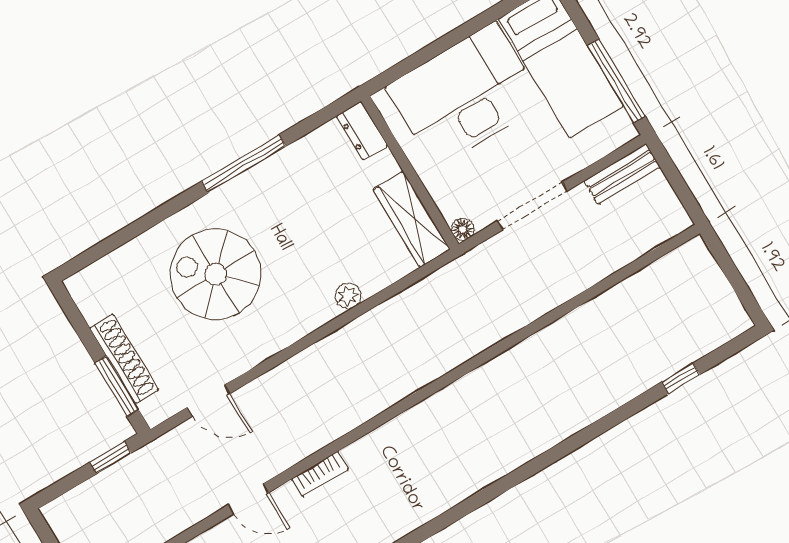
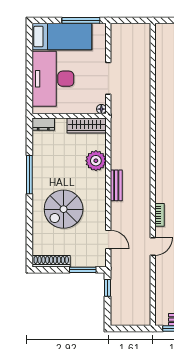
bench: (622, 174) -> (116, 185), moved
plant: (348, 296) -> (96, 161), width x1.88, depth x1.88
shoe rack: (124, 359) -> (51, 261), moved
door: (208, 401) -> (108, 240), hinge flipped

